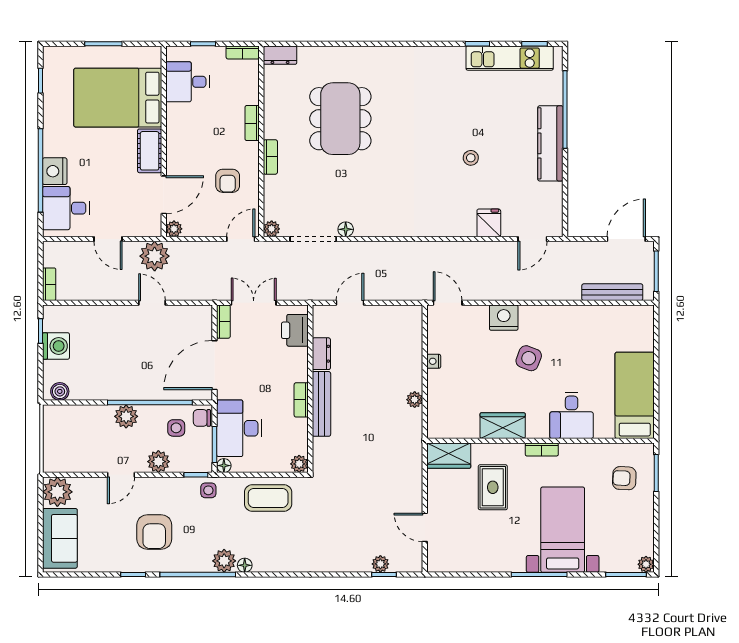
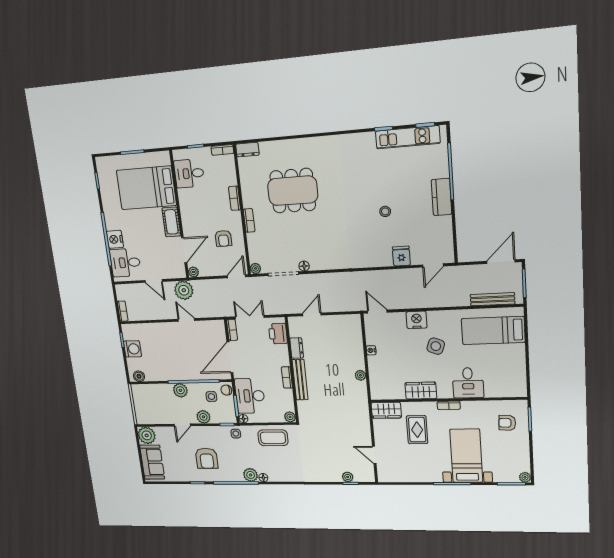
dining table: (340, 119) -> (293, 191), turned 90
kitchen counter: (550, 143) -> (441, 197), width x0.67
bed: (635, 395) -> (493, 330), moved, turned -90

